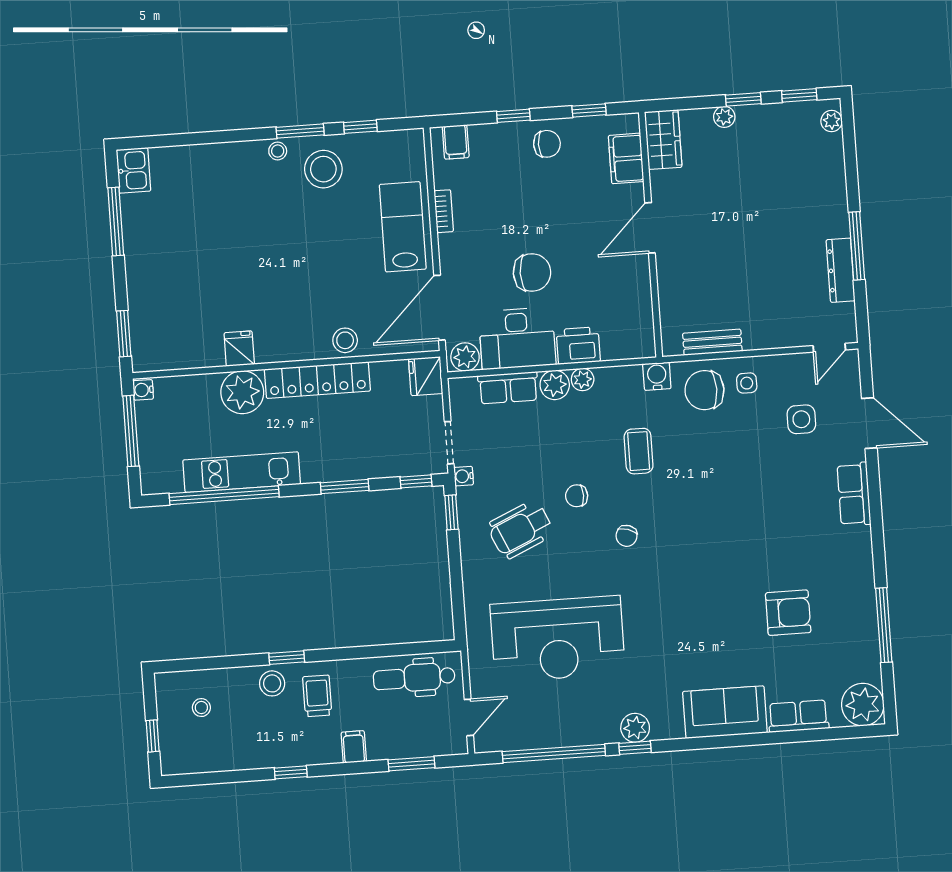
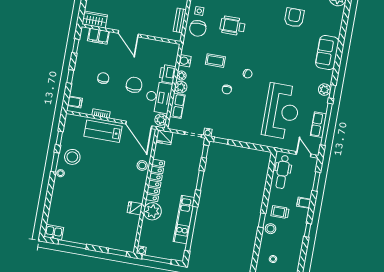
chair: (547, 144) -> (103, 78), moved
water cooler: (657, 376) -> (185, 61), moved
wheelchair: (521, 529) -> (233, 26), moved, turned 114
row of seats: (798, 716) -> (318, 125), moved

